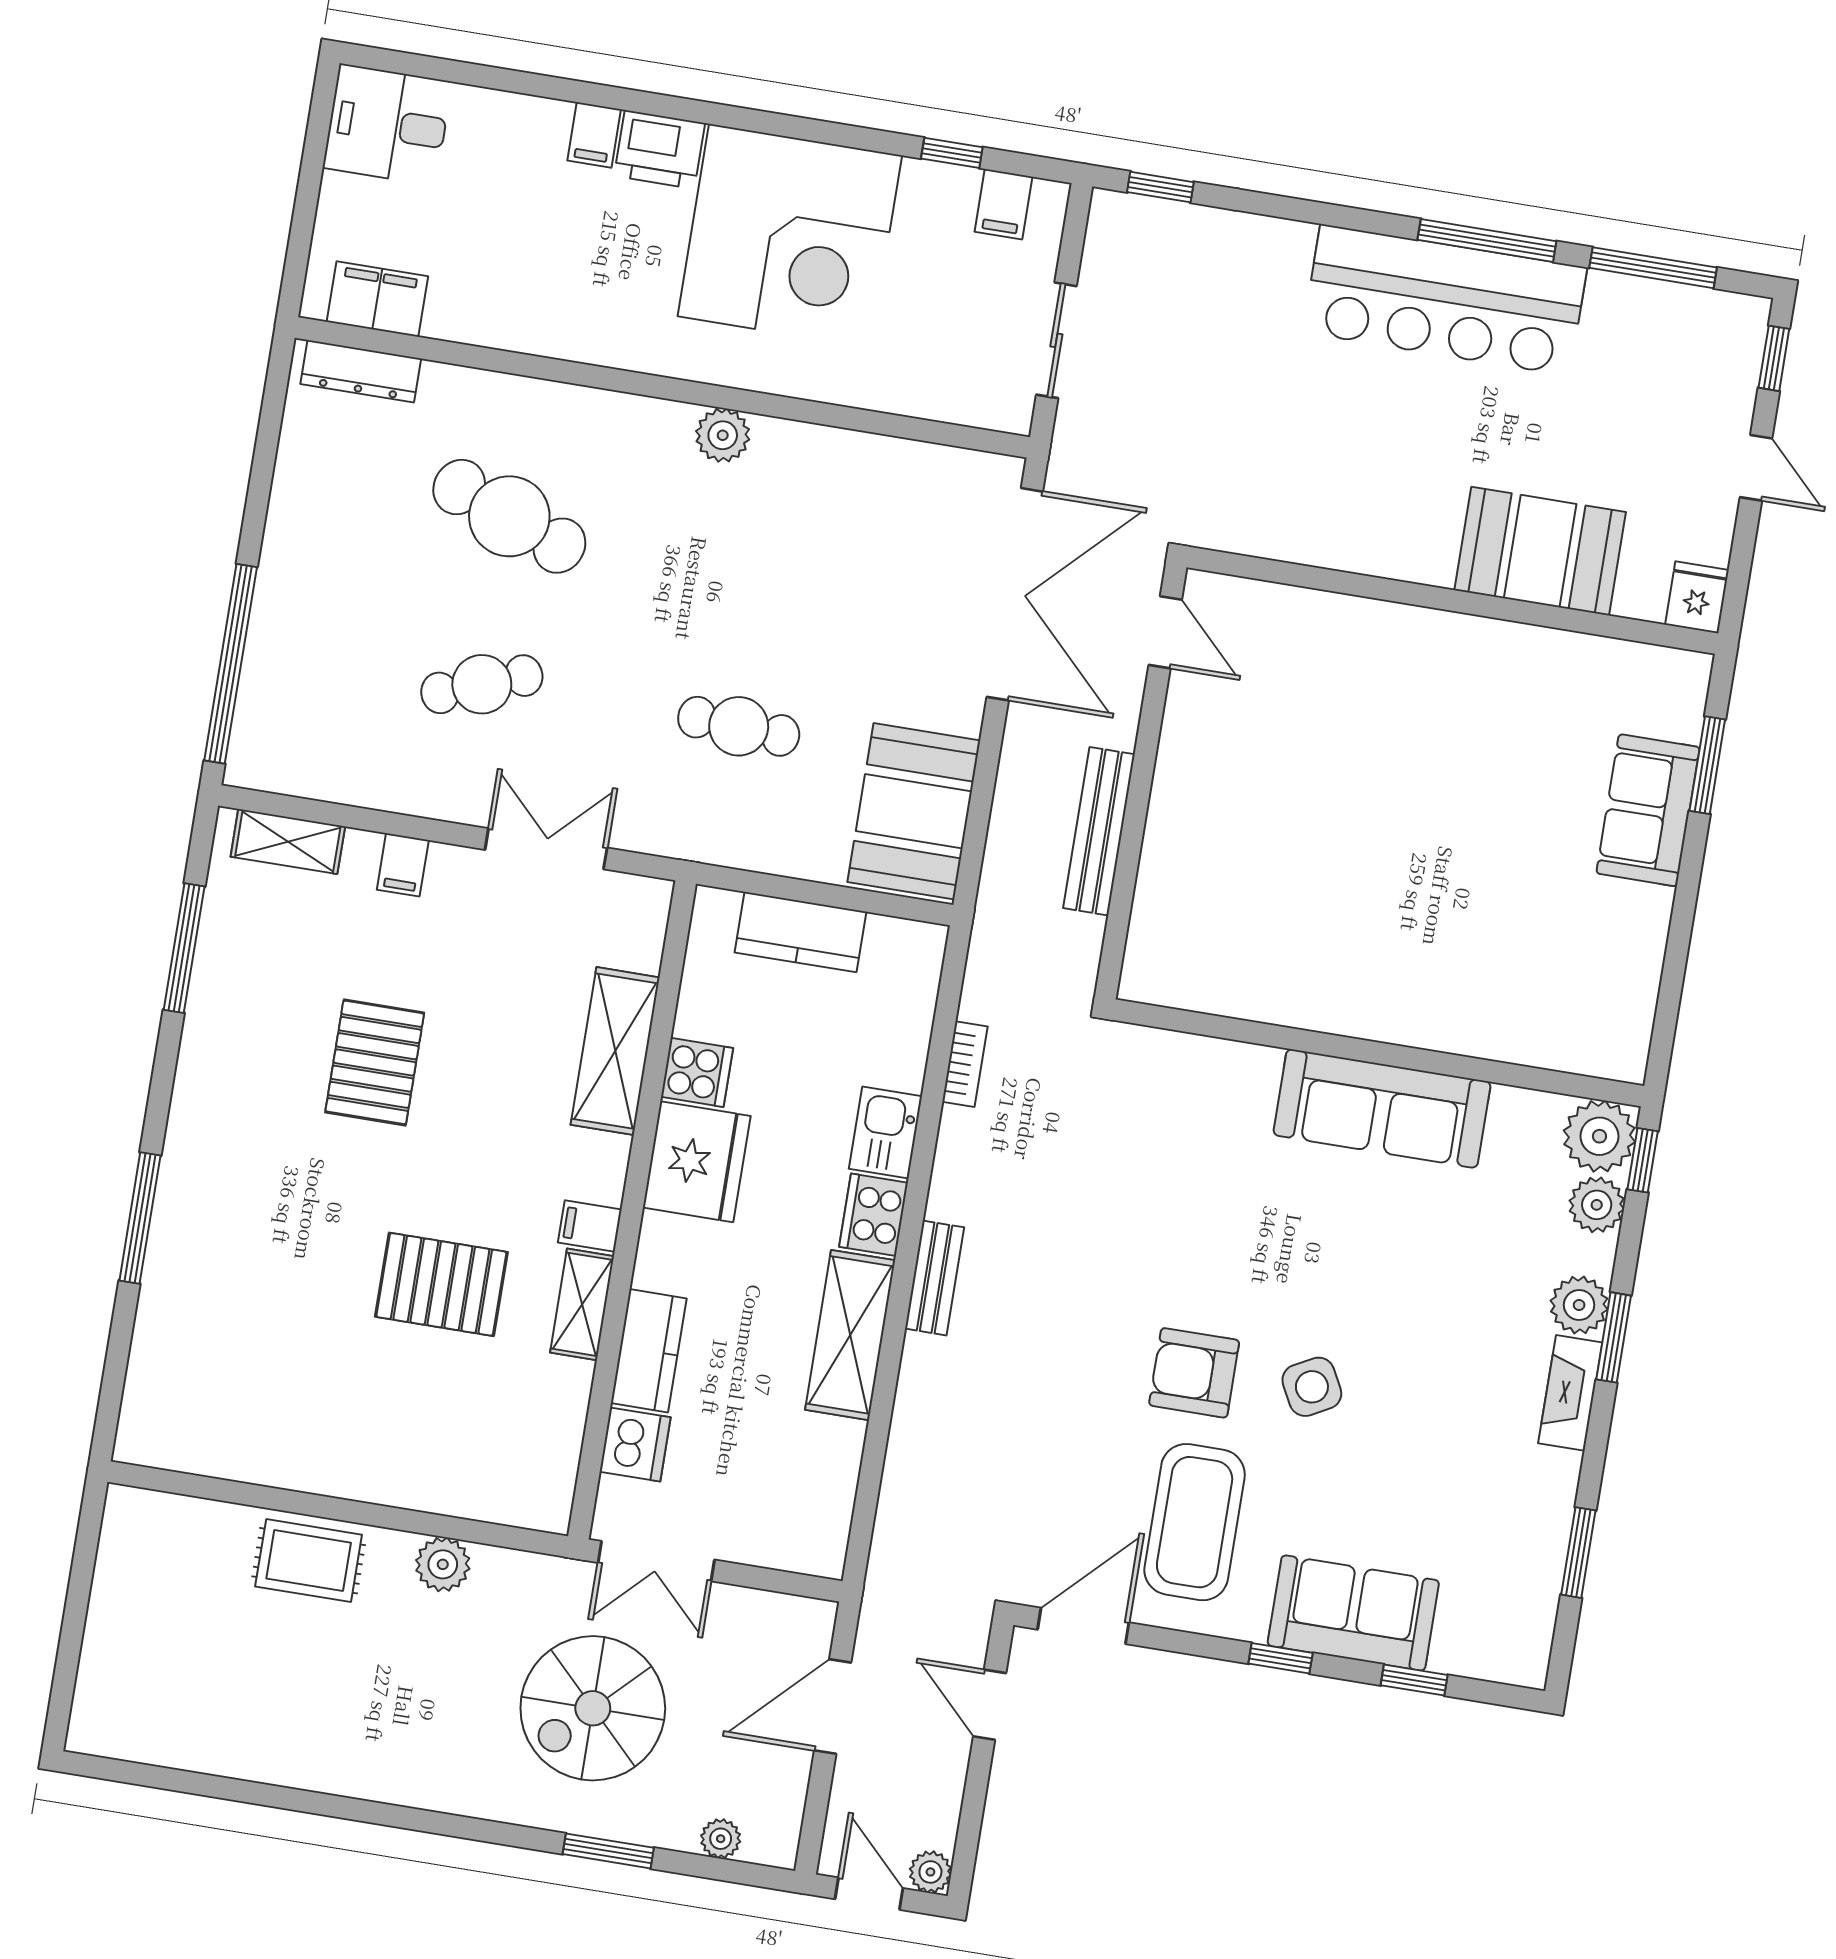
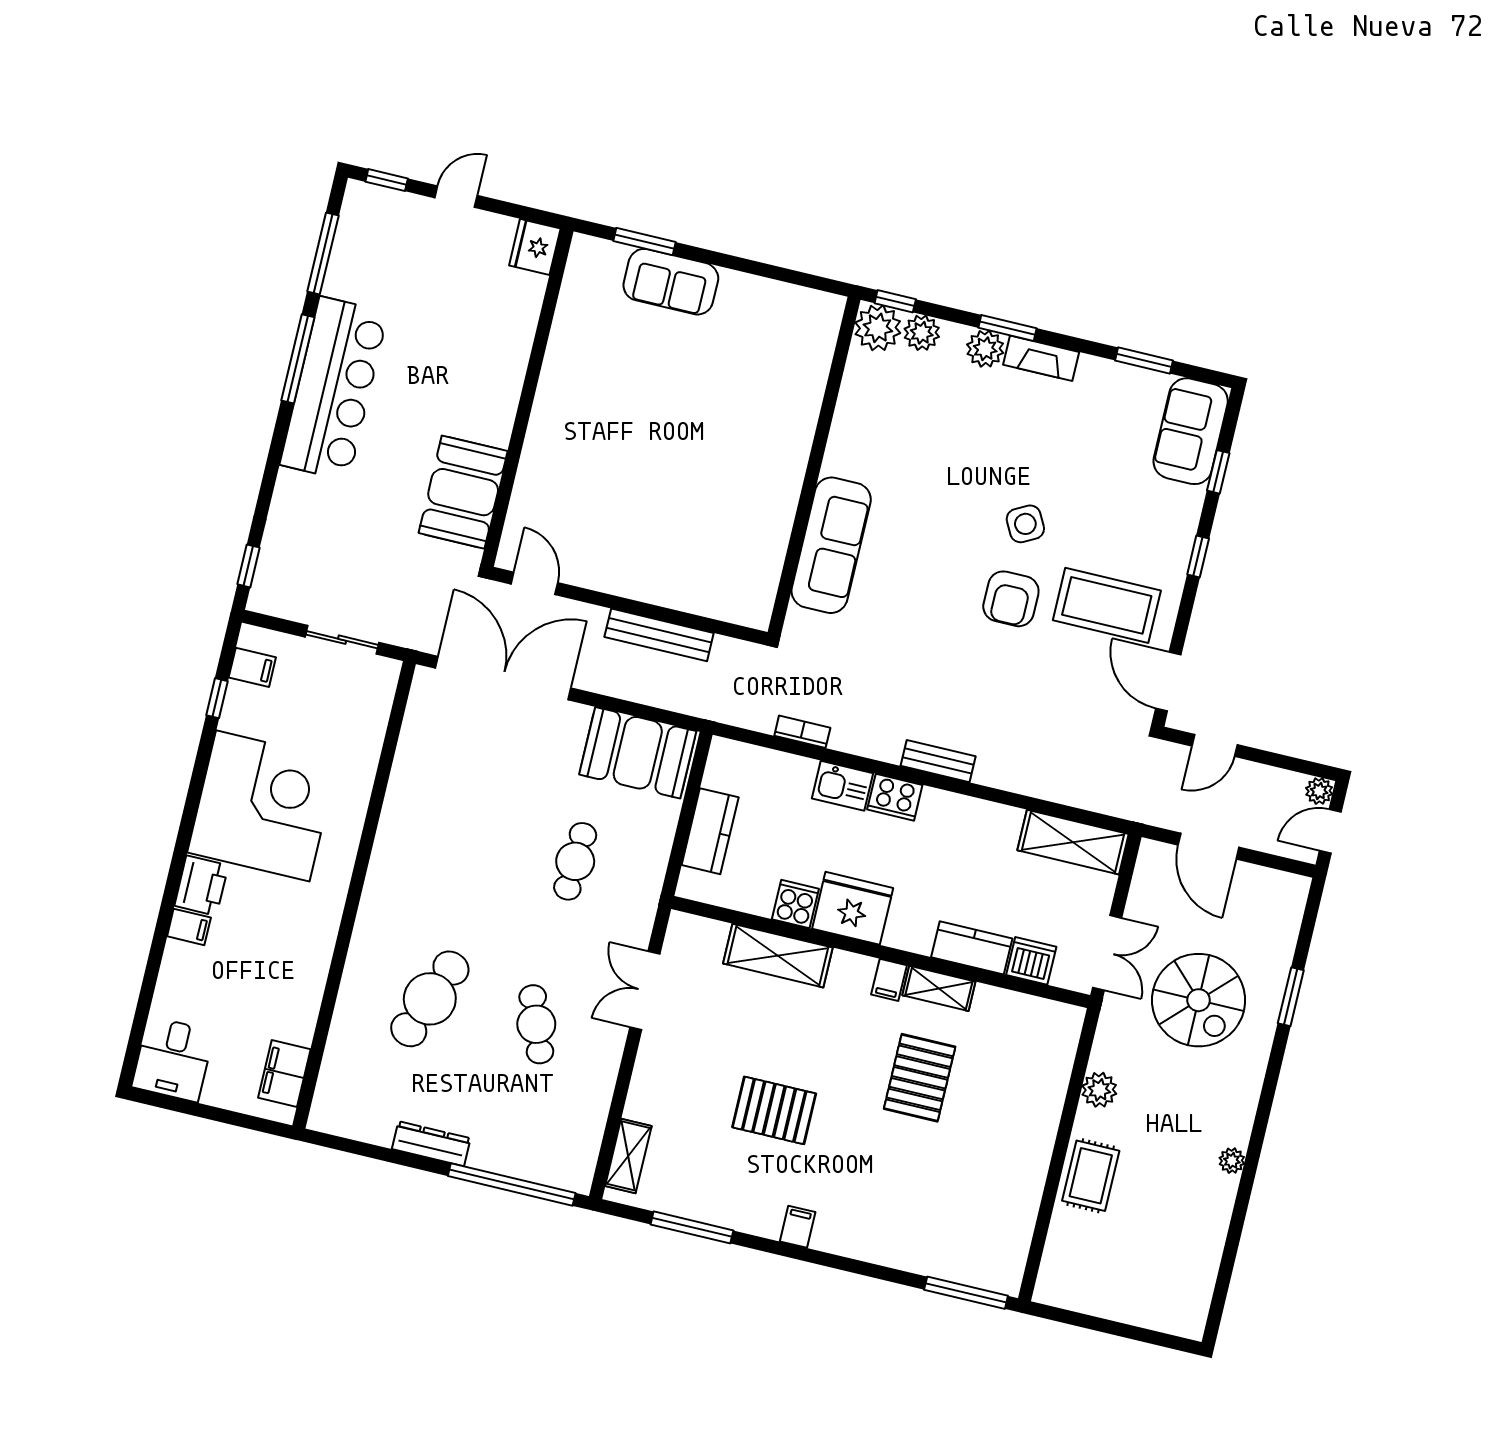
dresser: (361, 371) -> (431, 1144), moved, turned -90
plant: (723, 435) -> (388, 858), removed
booth: (1540, 551) -> (463, 492), moved
fridge: (1697, 597) -> (535, 247), width x1.38
door: (1165, 632) -> (534, 583), hinge flipped
filing cabinet: (403, 865) -> (798, 1227), moved, turned -90
sofa: (1382, 1108) -> (831, 545), moved
window: (140, 1218) -> (966, 1293), moved
shelving: (850, 1335) -> (1073, 842), moved
sofa: (1353, 1613) -> (1191, 431), moved
plant: (721, 1839) -> (1232, 1161), moved

